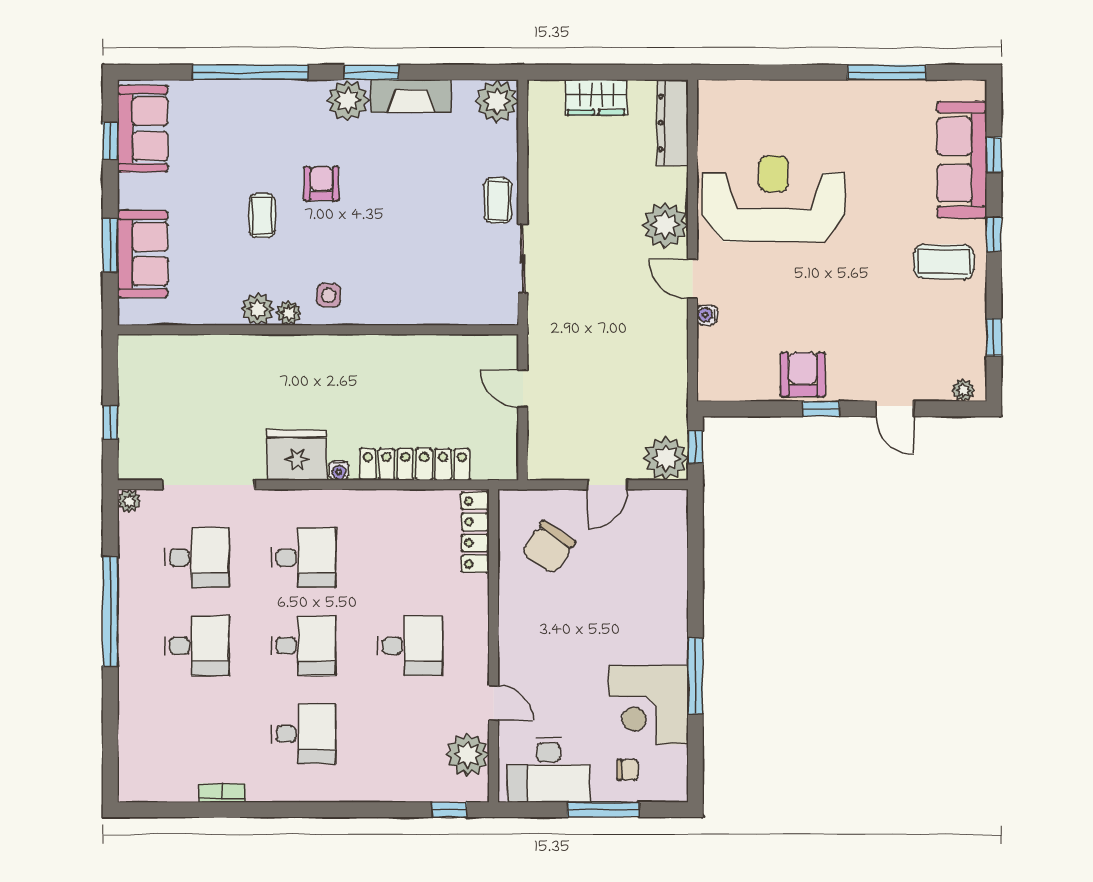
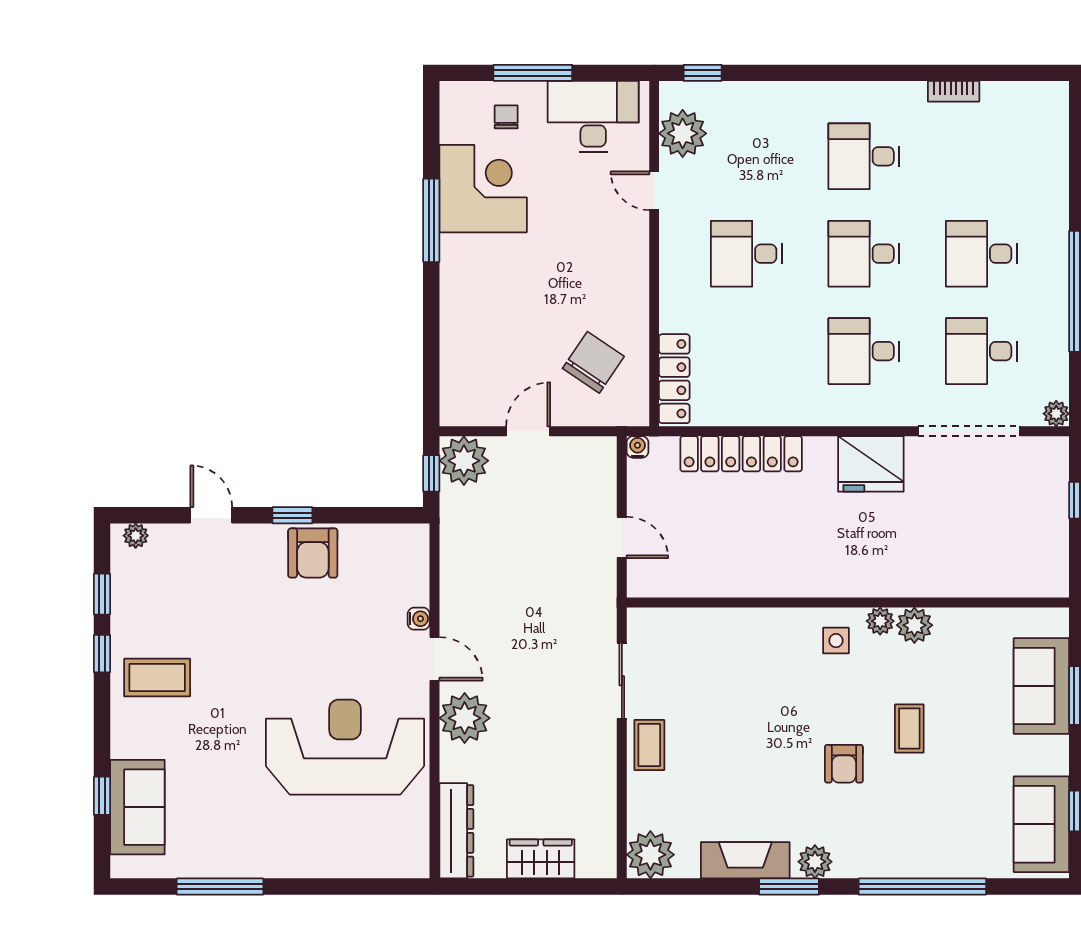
plant: (348, 100) -> (815, 862), width x0.73, depth x0.73
sofa: (962, 160) -> (137, 807), width x0.73
reception desk: (774, 199) -> (345, 747), turned 180
window: (994, 234) -> (102, 654), moved
water cooler: (339, 471) -> (637, 447), moved
chair: (628, 770) -> (506, 117), turned 90

